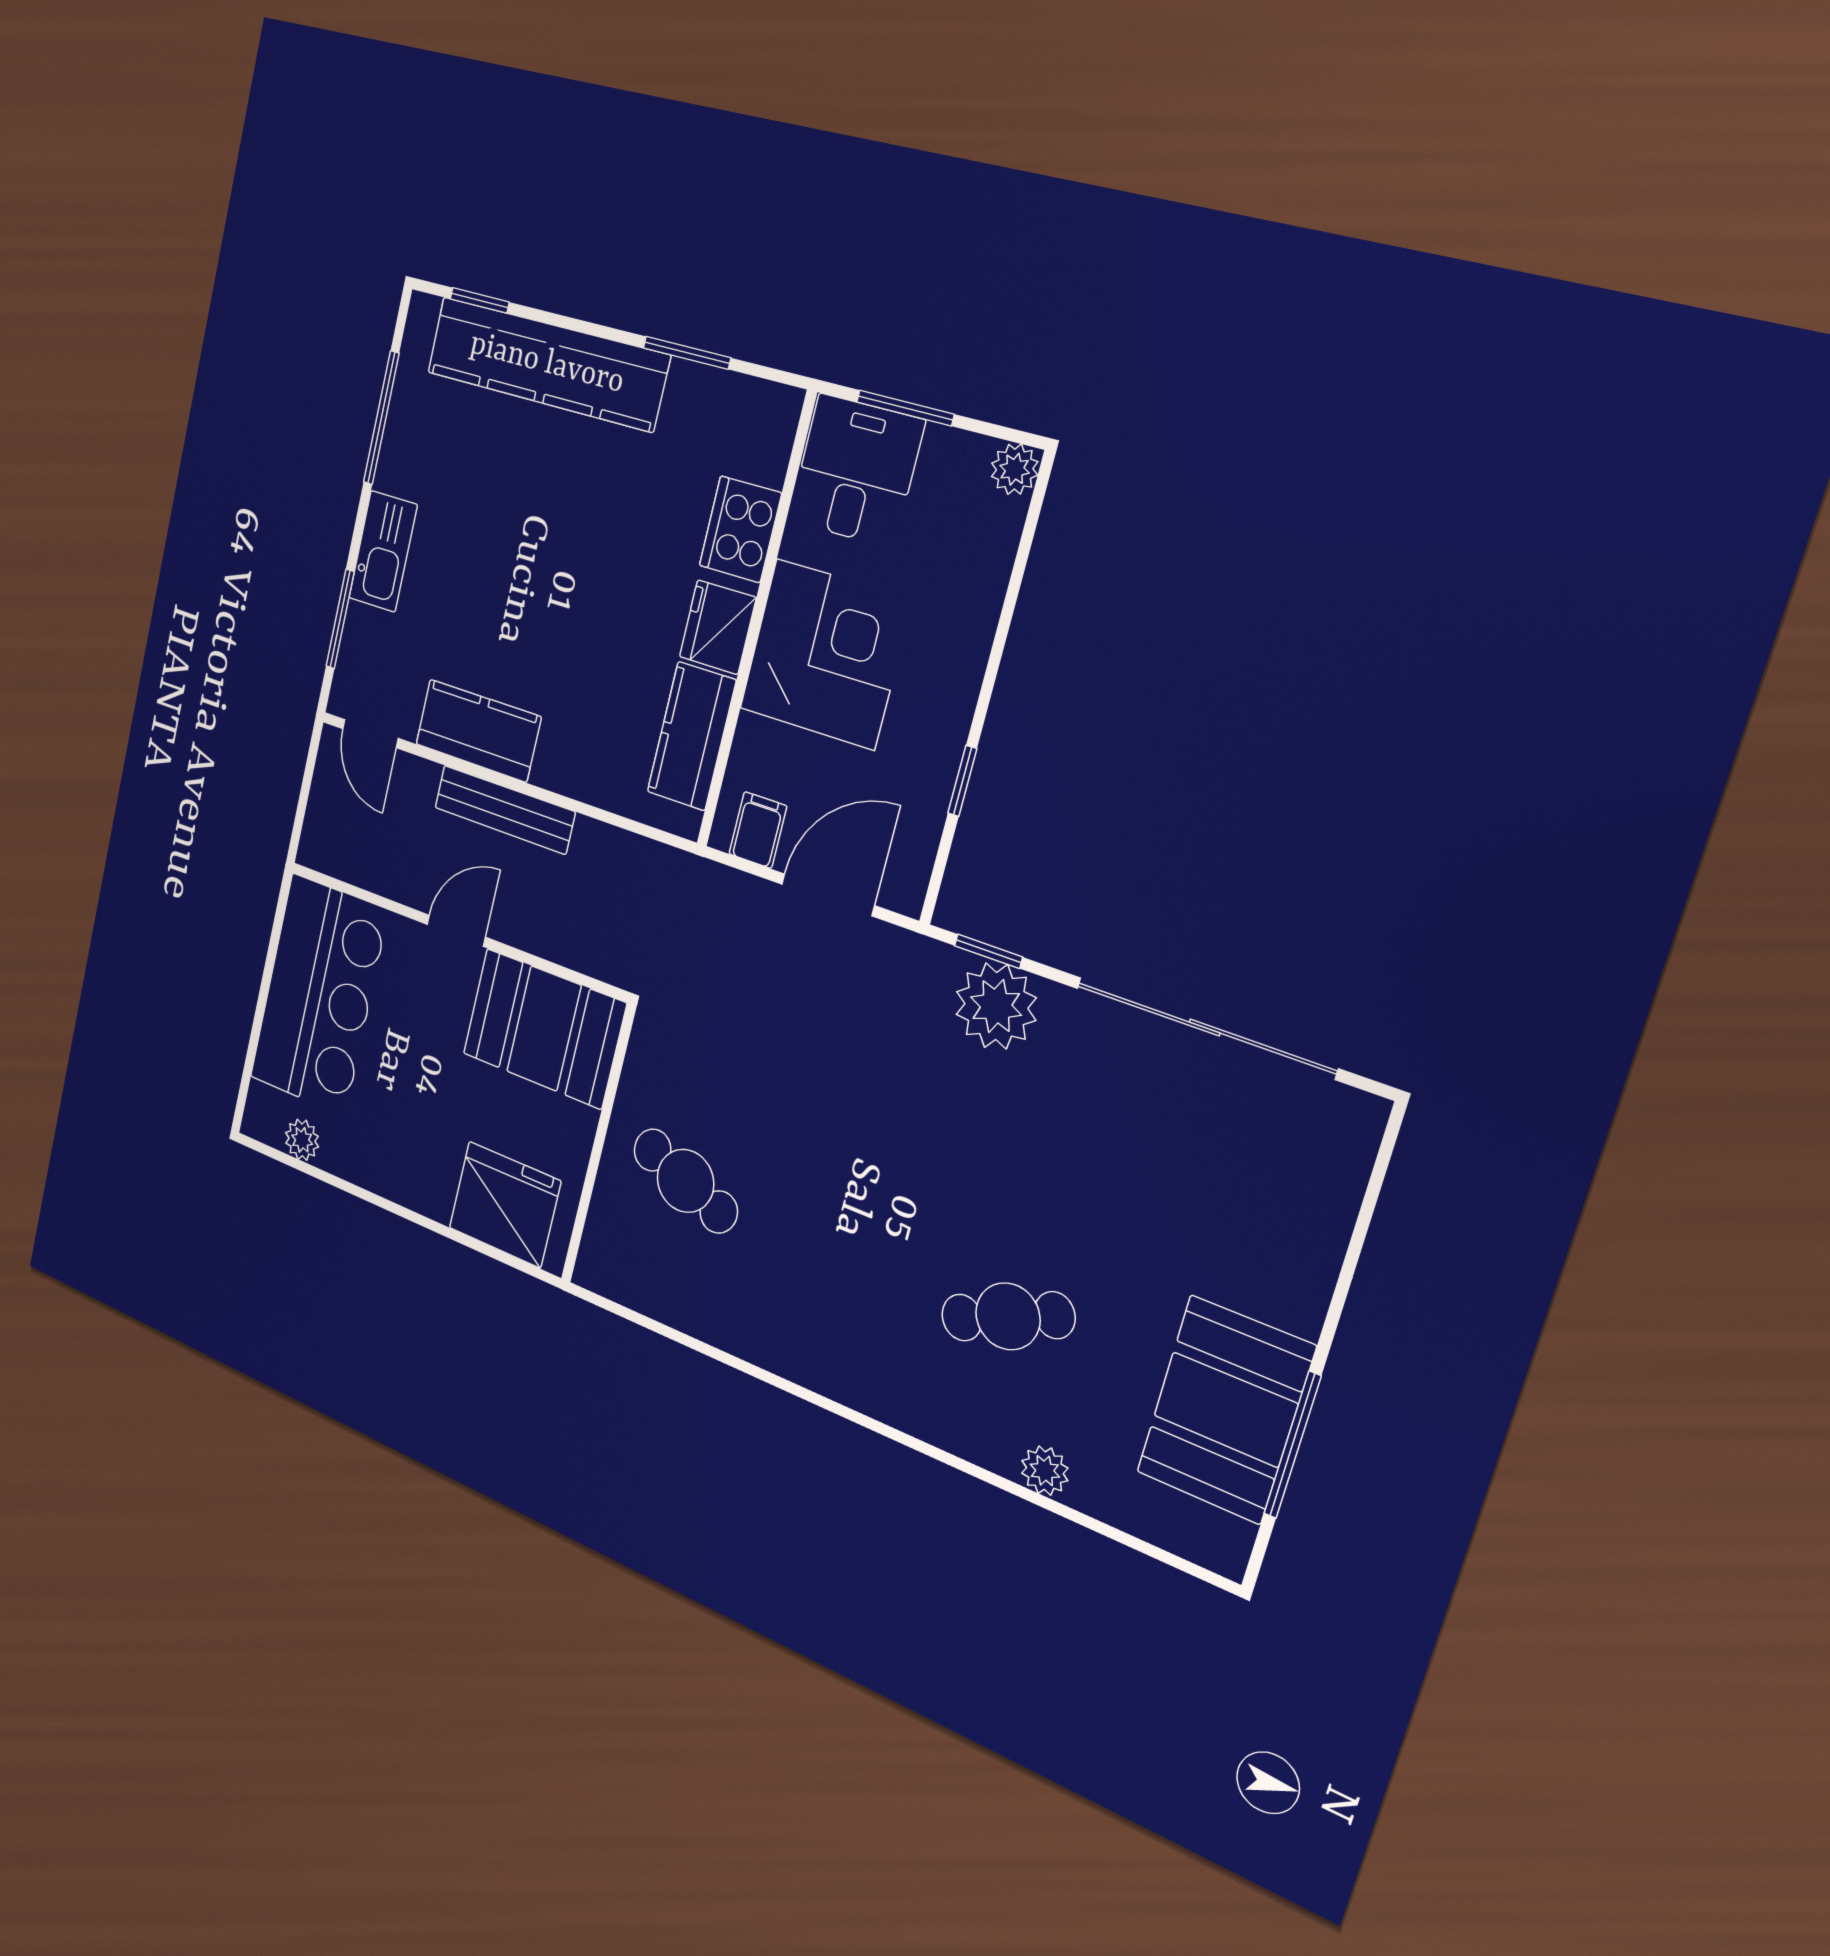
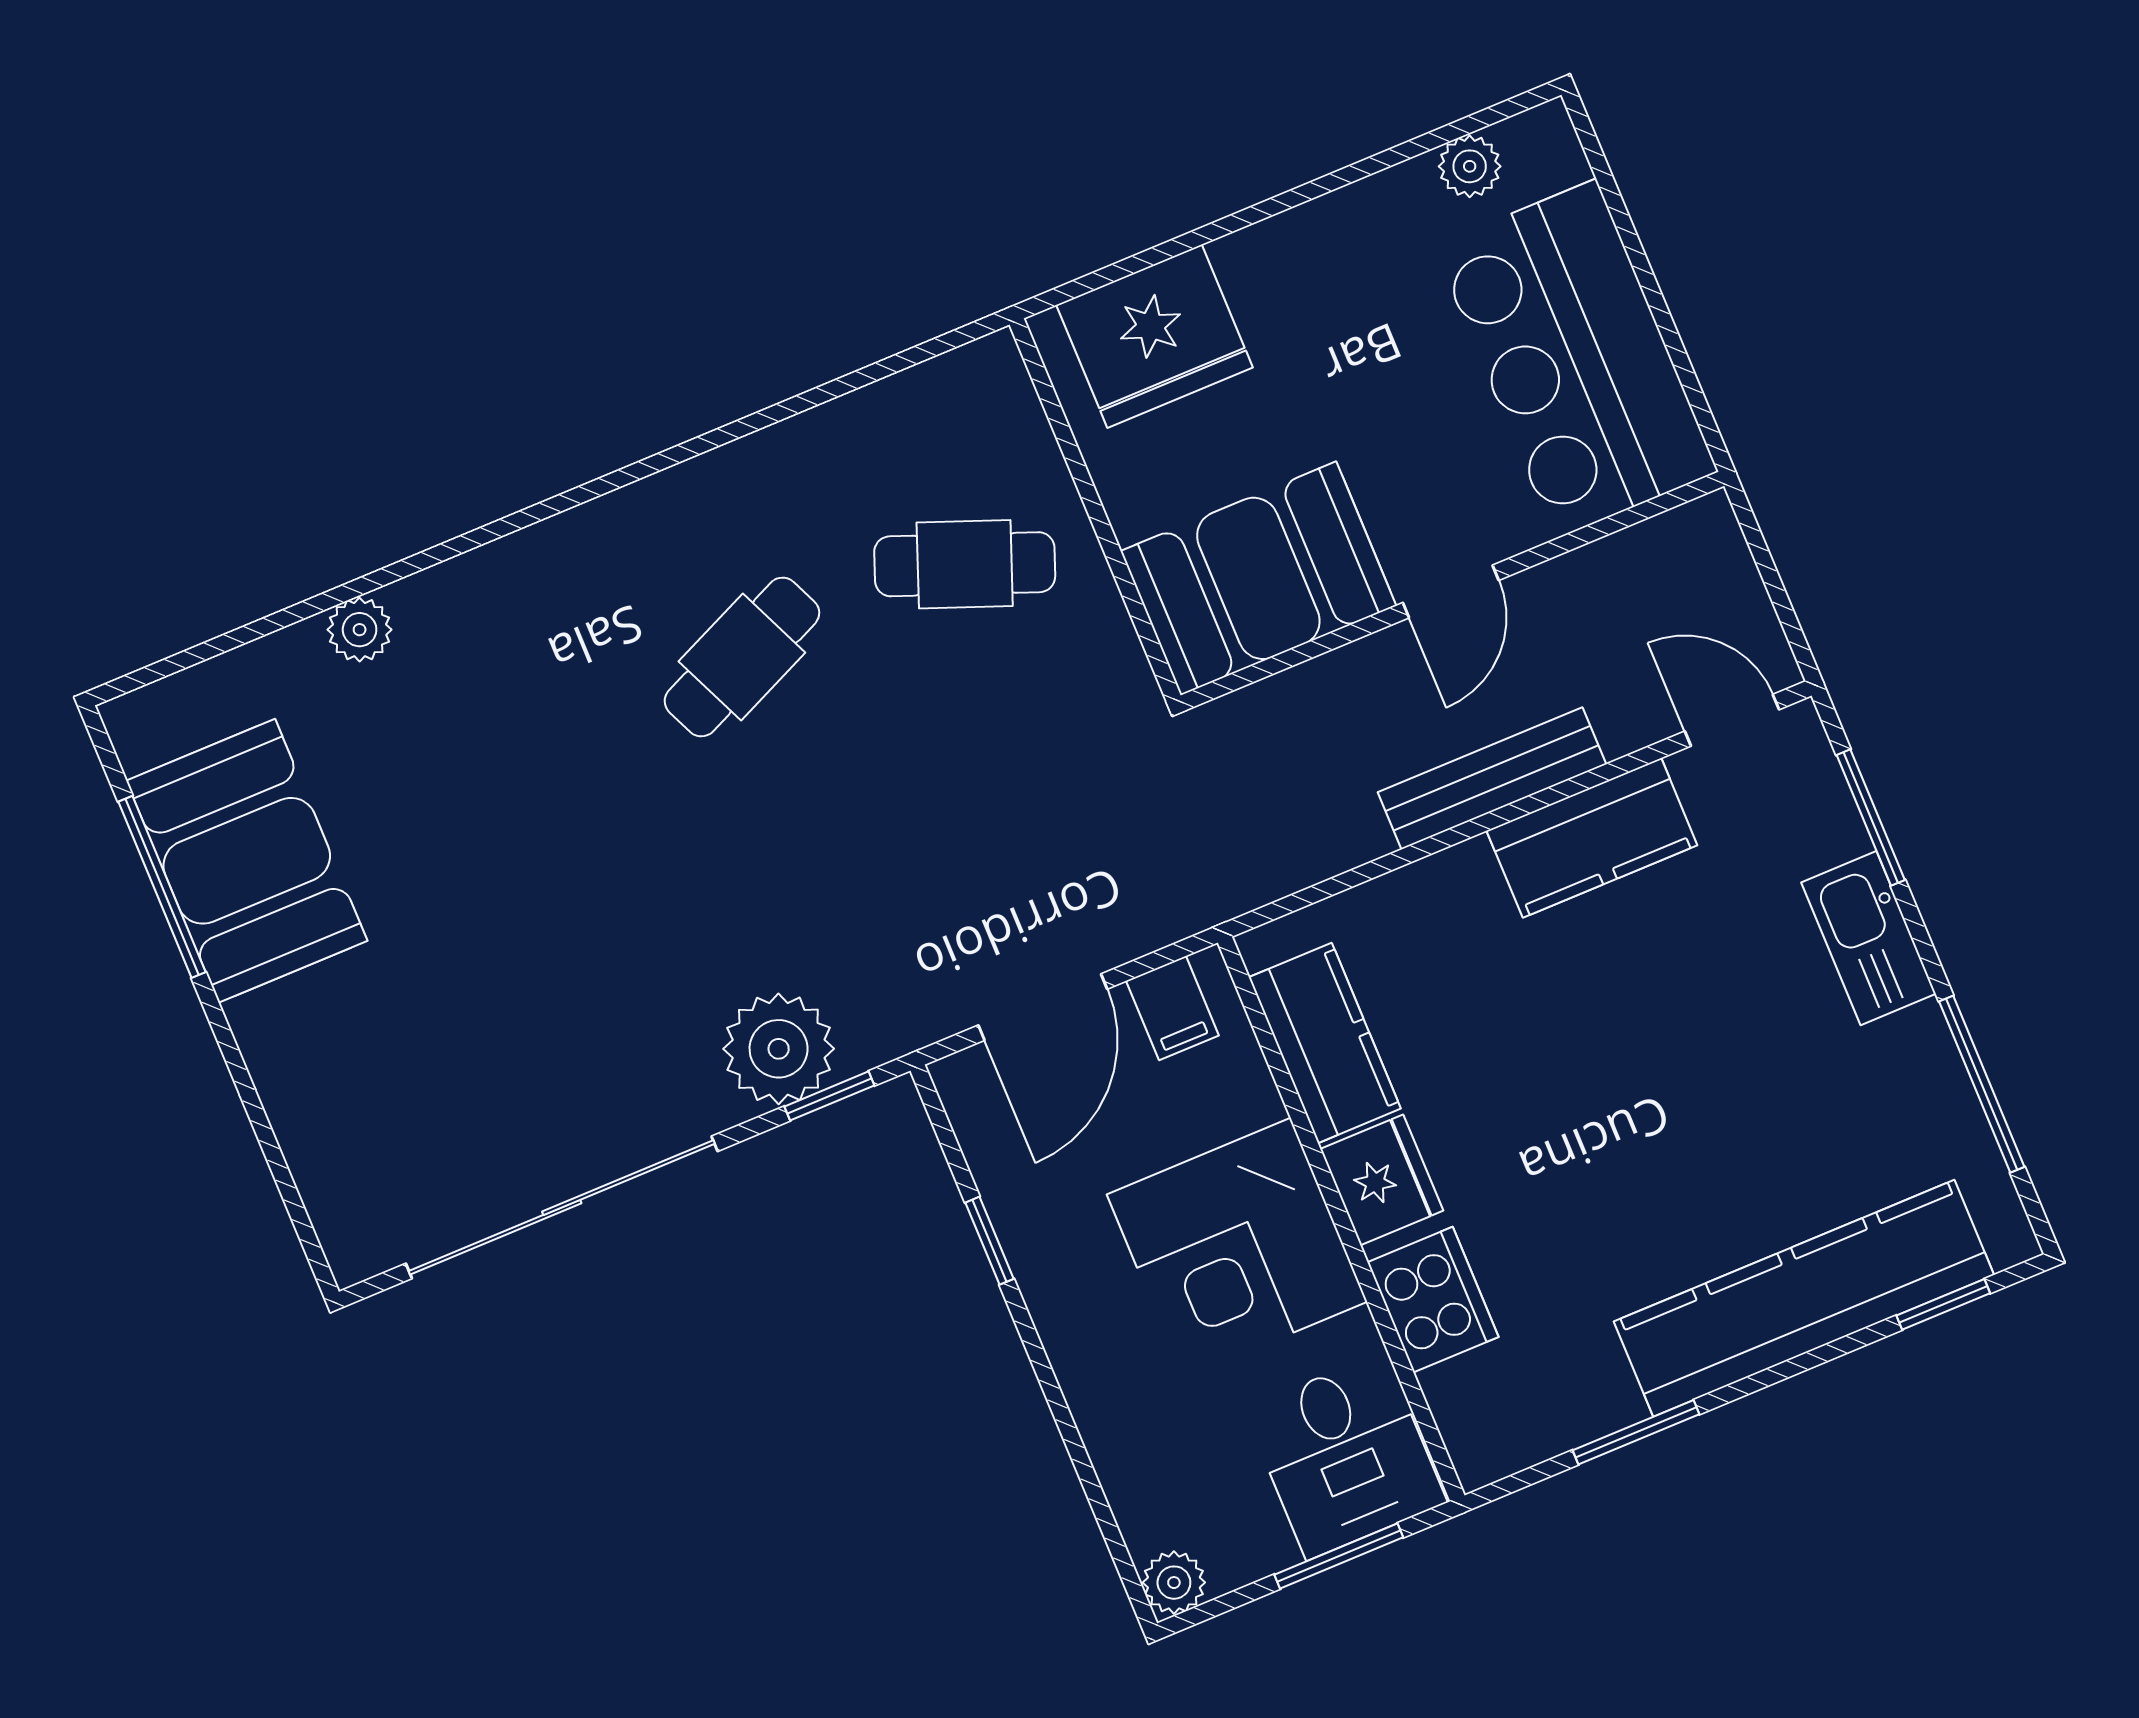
cafe table: (1008, 1316) -> (742, 657), moved

